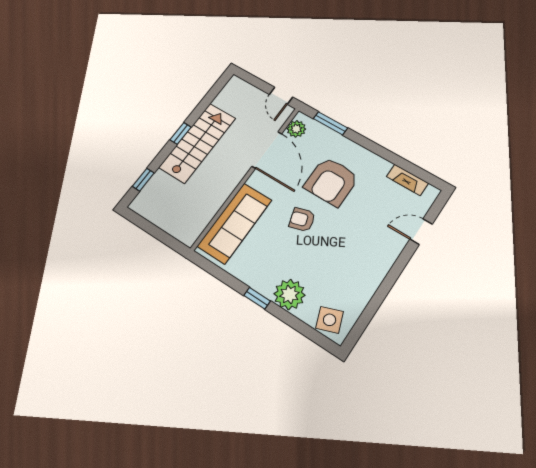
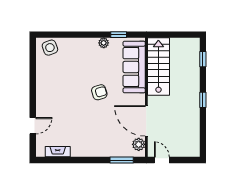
stairs: (197, 143) -> (158, 67), moved, turned 180
armchair: (331, 181) -> (98, 125), removed
plant: (289, 294) -> (104, 43), moved, width x0.53, depth x0.53
window: (257, 298) -> (119, 35), moved

